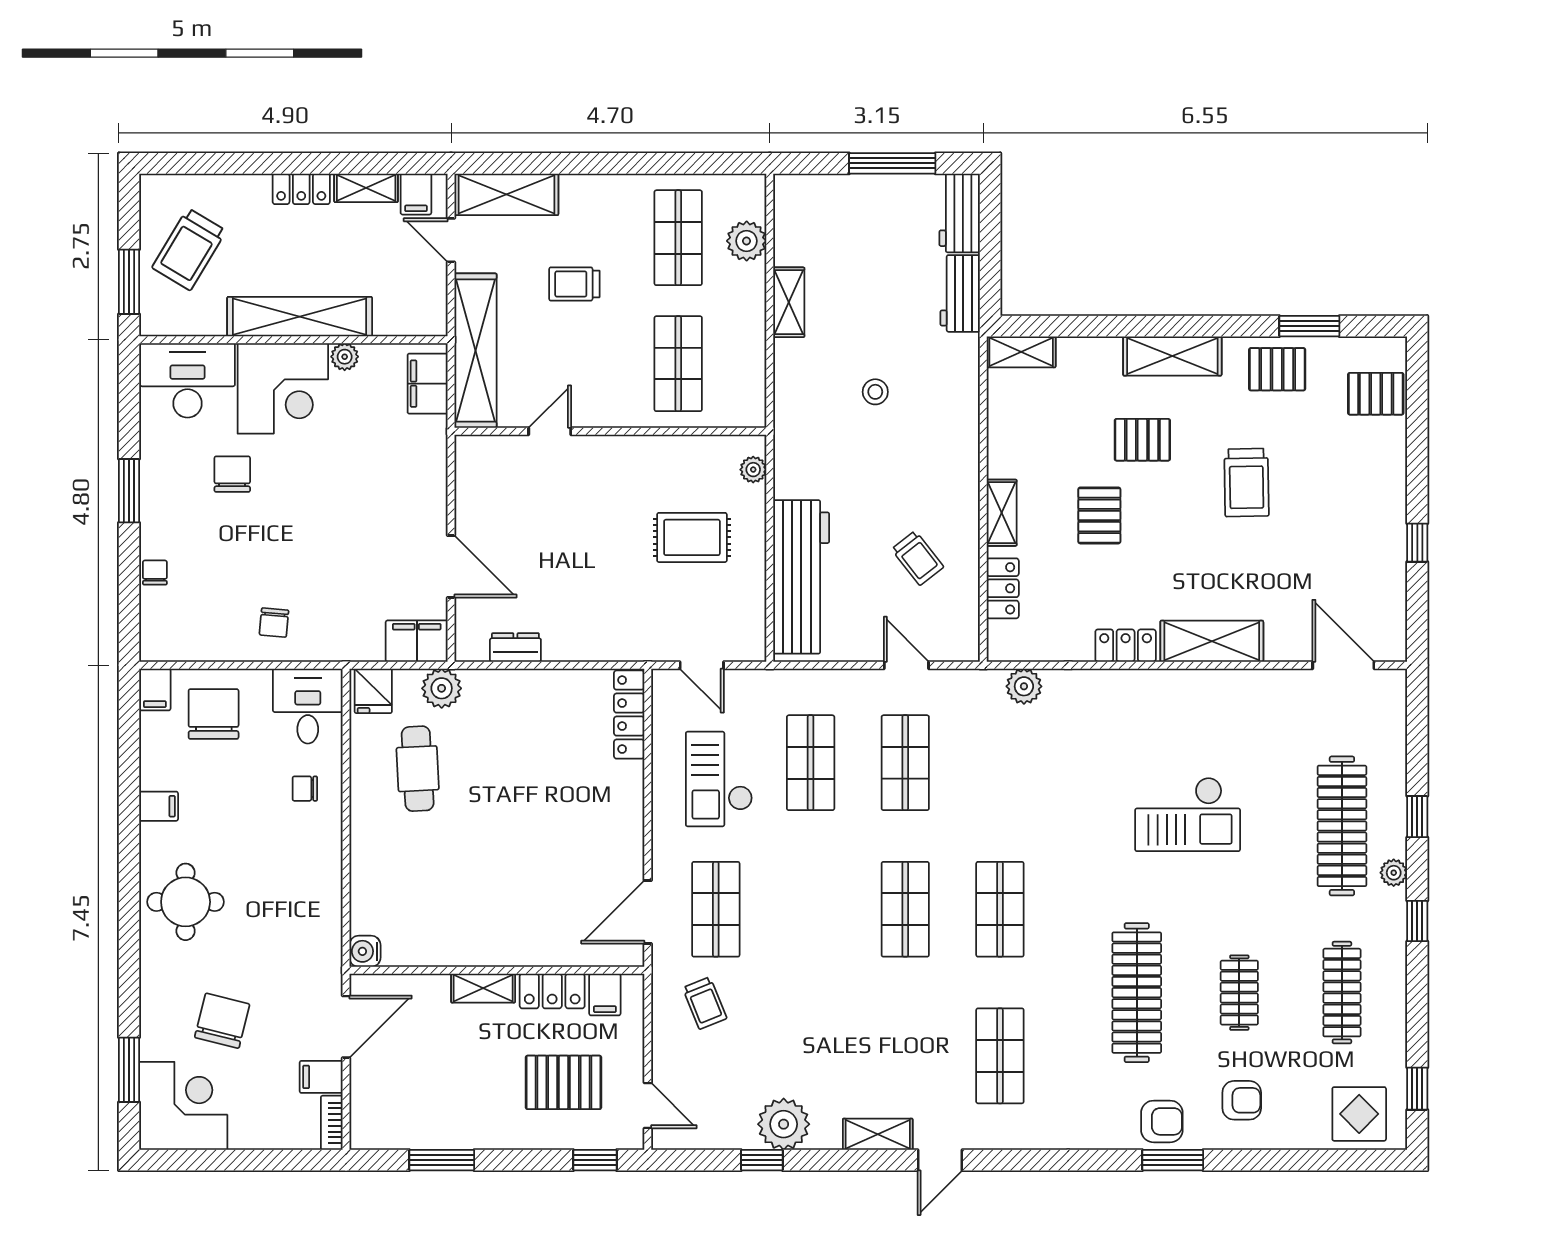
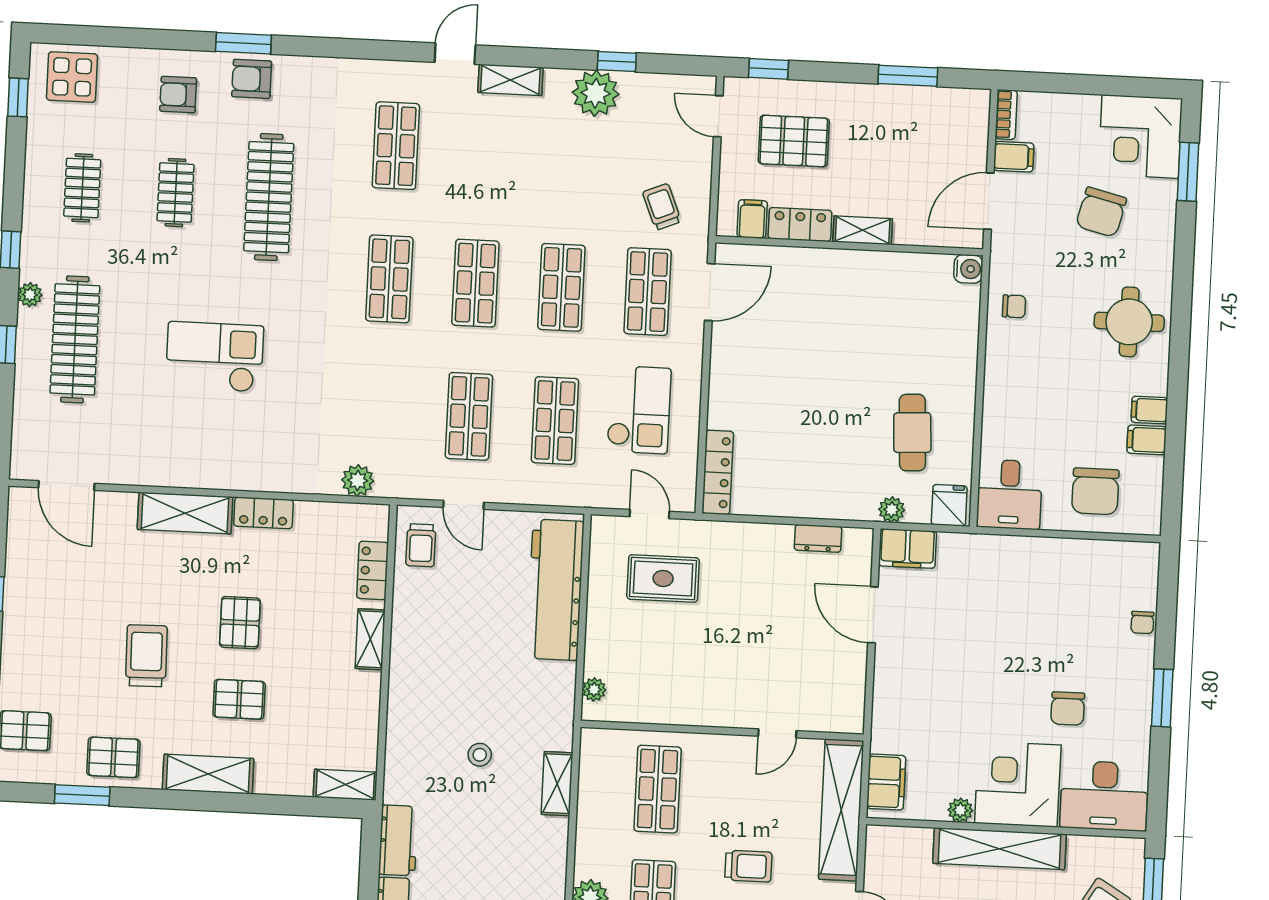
shelving: (789, 302) -> (557, 784), moved
pallet: (1099, 515) -> (240, 623), moved
rug: (692, 537) -> (663, 578), moved
trolley: (918, 558) -> (421, 545), moved, turned -142
chair: (274, 623) -> (1036, 572), removed
plant: (442, 688) -> (892, 510), width x0.73, depth x0.73
filing cabinet: (155, 689) -> (1147, 440), moved, turned -90
chair: (305, 789) -> (1014, 306), moved
shop shelf: (811, 909) -> (561, 287), added
clothes rail: (1342, 993) -> (82, 188), width x0.73

